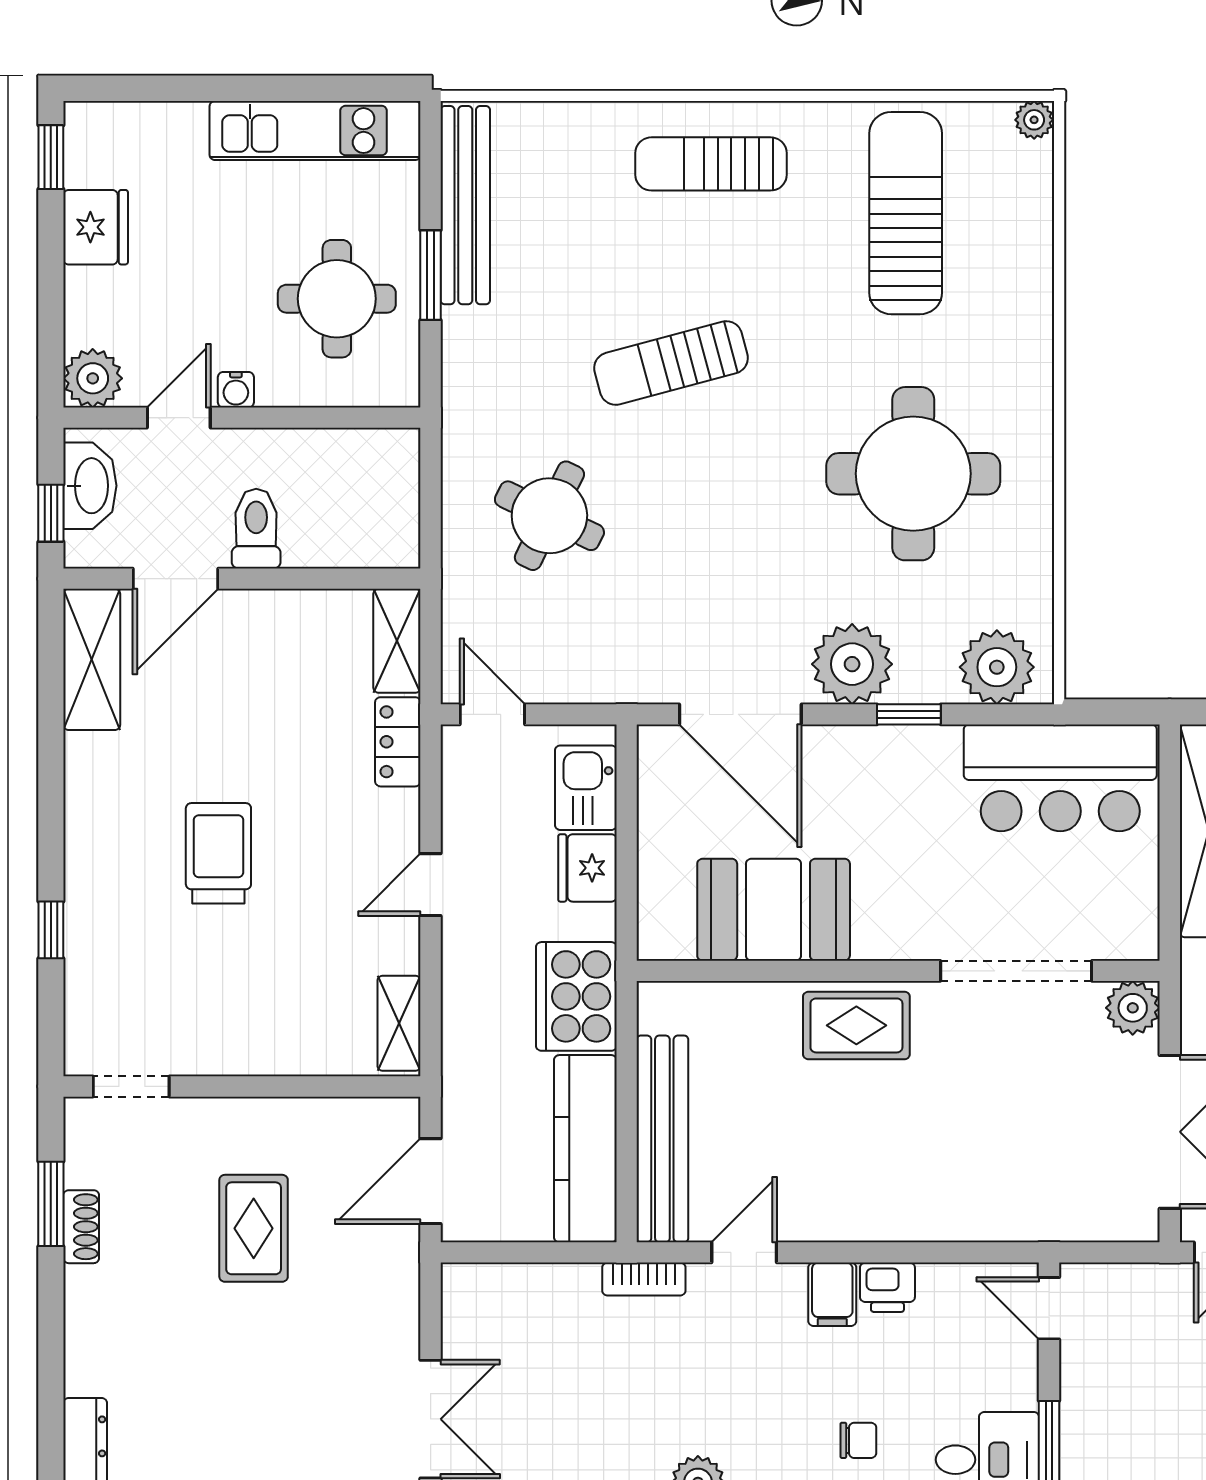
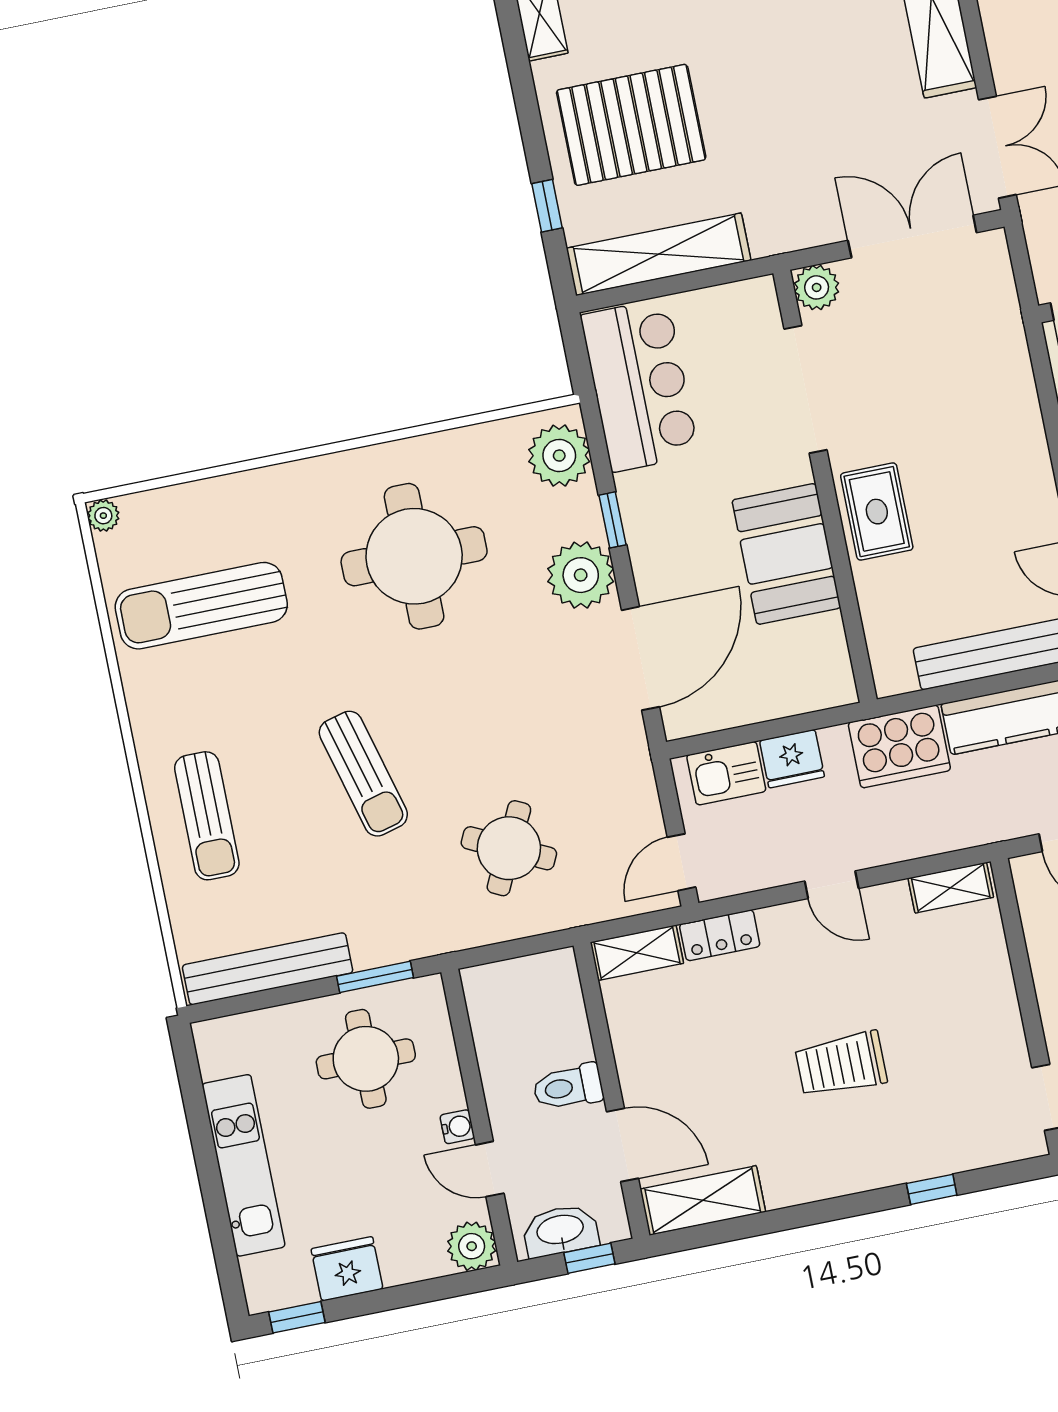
kitchen unit: (315, 131) -> (243, 1165), moved
sun lounger: (711, 164) -> (207, 816), moved
window: (431, 275) -> (375, 977), moved
booth: (774, 910) -> (786, 554), moved

